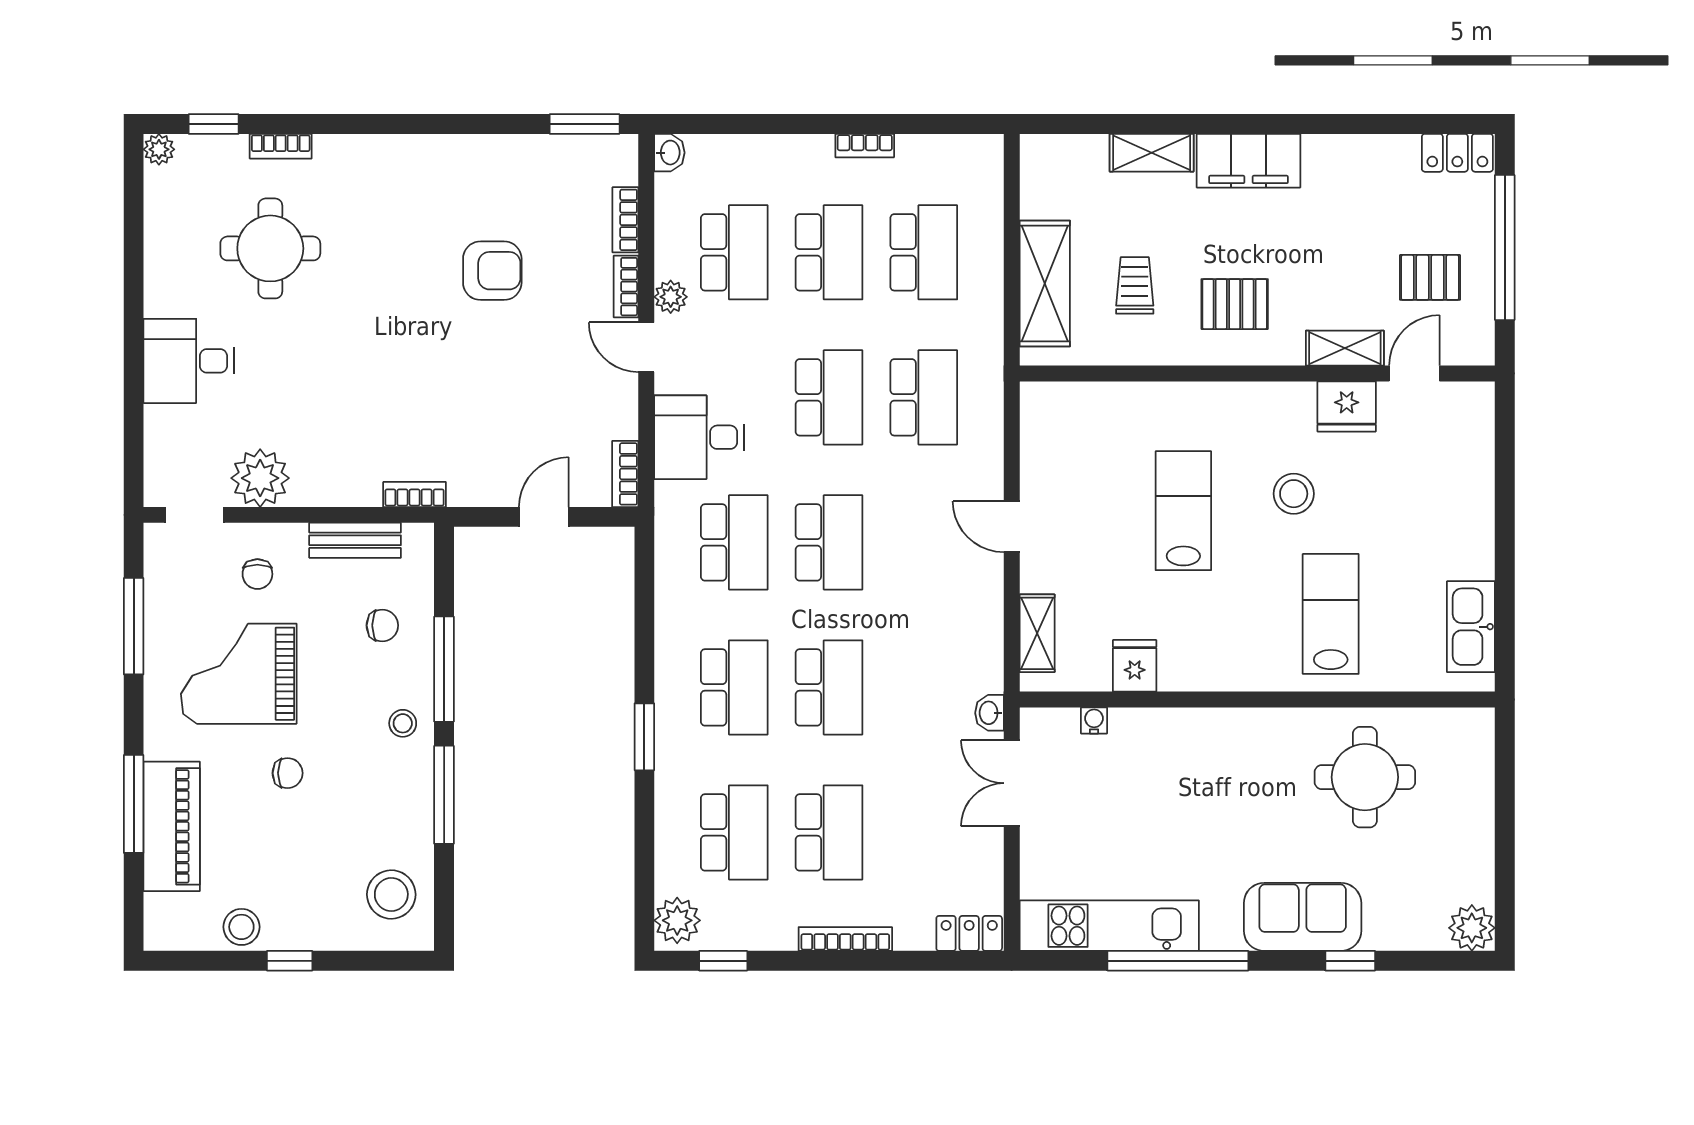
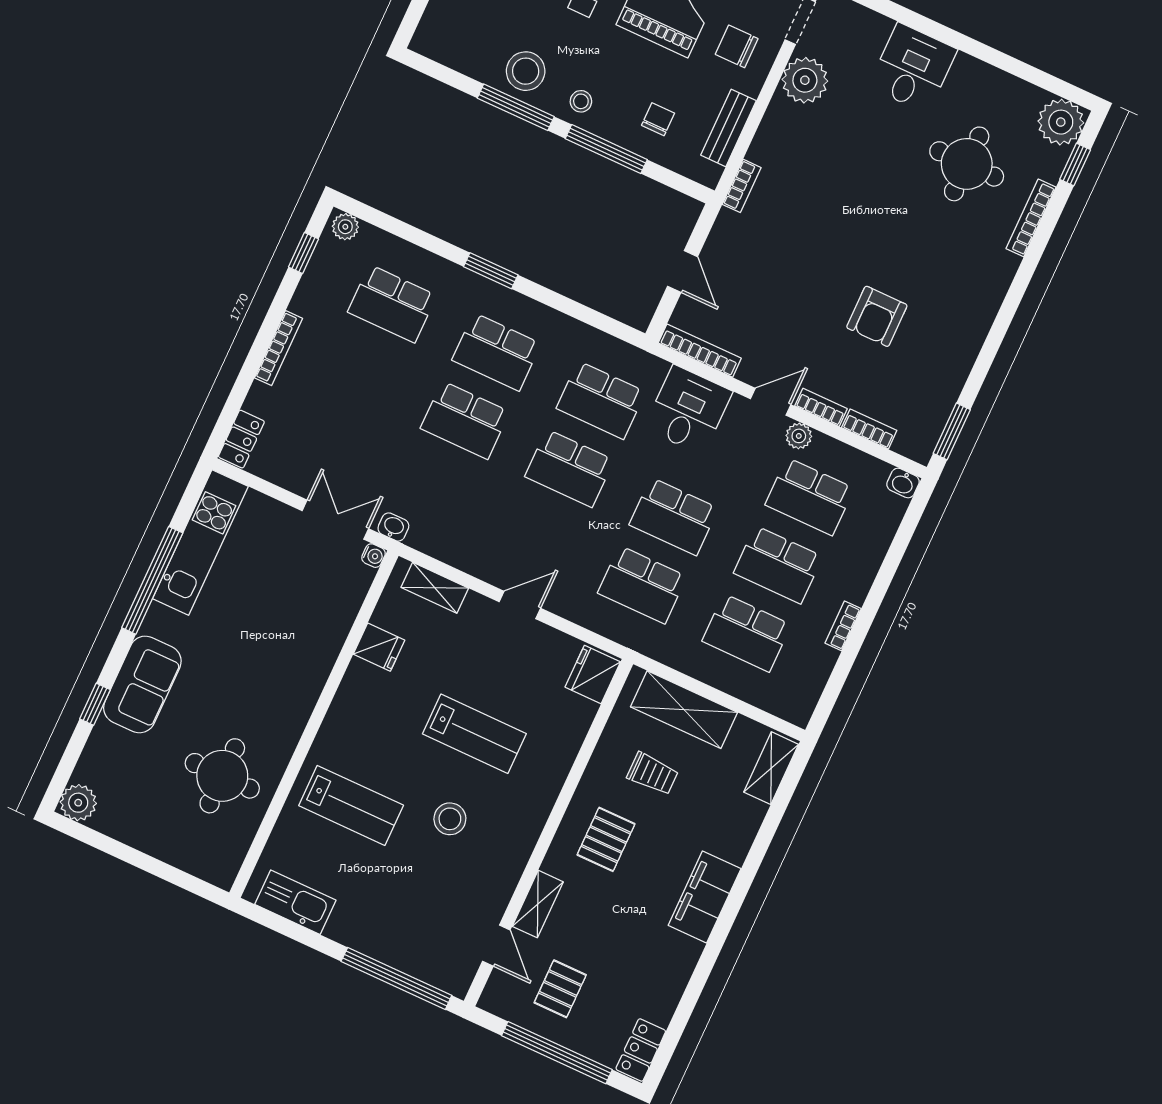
bookcase: (281, 146) -> (1031, 218), width x1.56
plant: (159, 149) -> (1061, 122), width x1.88, depth x1.88
shelving: (1152, 153) -> (771, 768), moved
fridge: (1347, 406) -> (593, 675), moved
window: (1505, 470) -> (396, 978), added
bookcase: (625, 474) -> (700, 351), width x1.56
chair: (257, 574) -> (737, 46), width x1.37, depth x1.37
chair: (382, 625) -> (658, 119), turned 180
water cooler: (1094, 720) -> (374, 556), moved
school desk: (829, 832) -> (361, 372), removed
stool: (391, 894) -> (526, 71), moved
plant: (677, 920) -> (345, 227), width x0.73, depth x0.73

